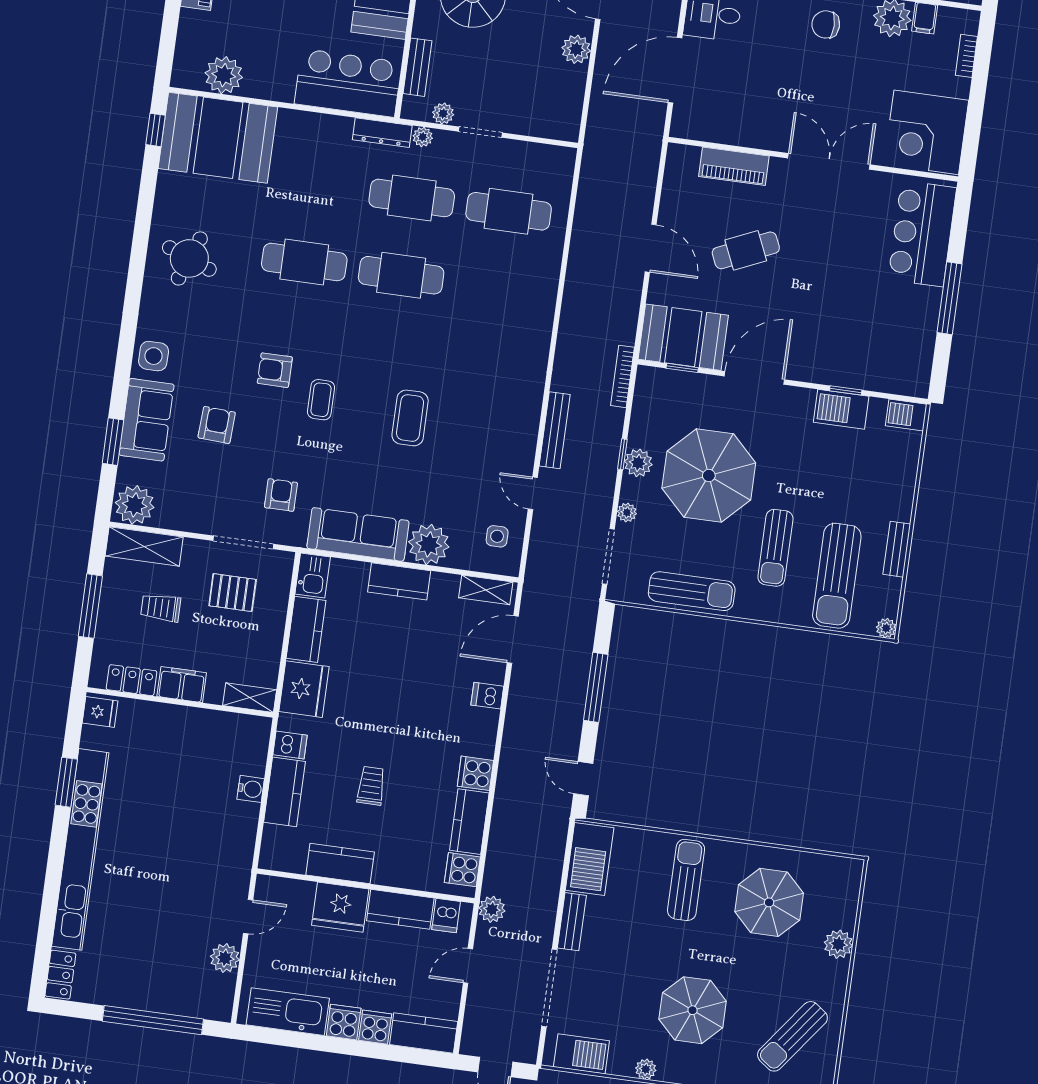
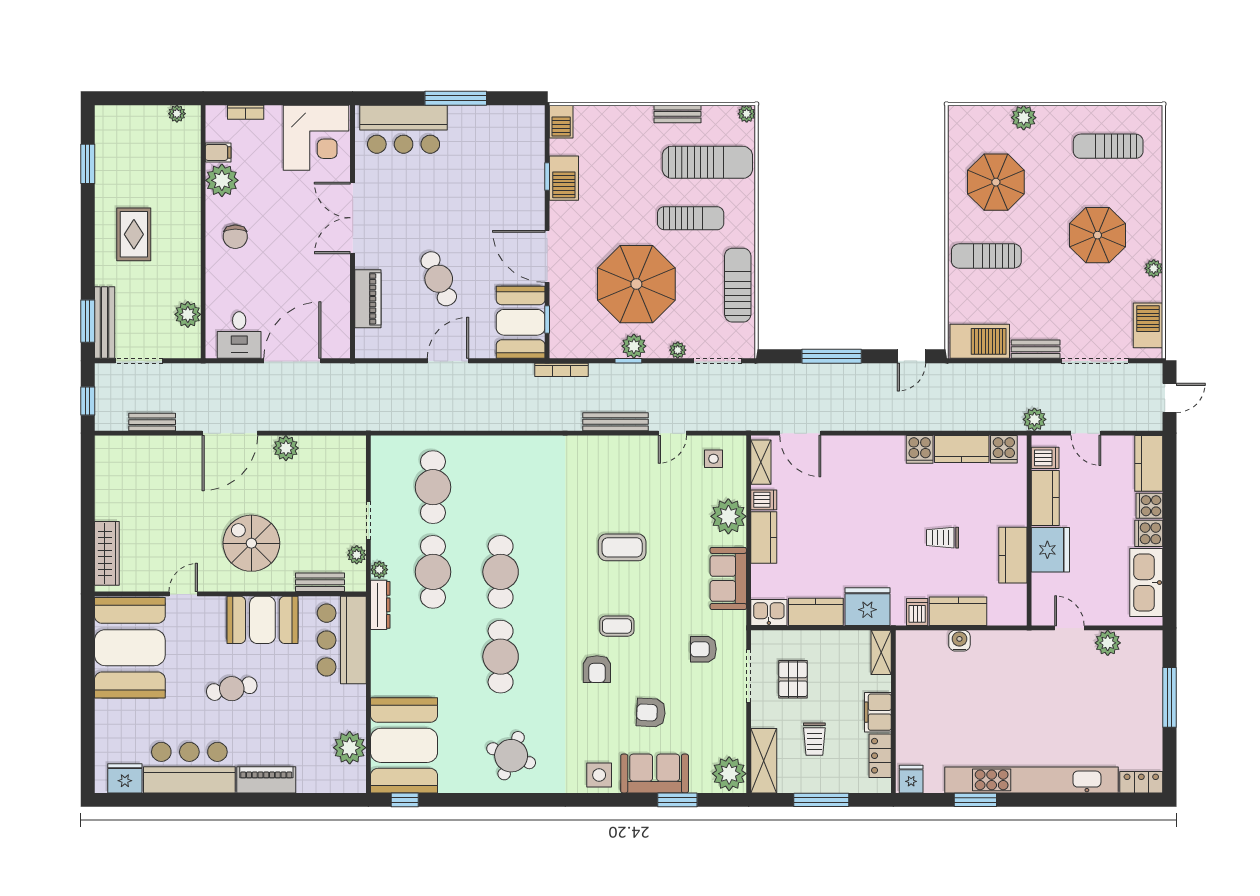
door: (675, 70) -> (292, 361), swing flipped
sofa: (358, 534) -> (728, 578), width x0.73
dishwasher: (487, 696) -> (764, 500), moved, turned -90
window: (153, 1020) -> (1169, 697), width x0.68
sun lounger: (792, 1036) -> (1108, 146), turned 143

